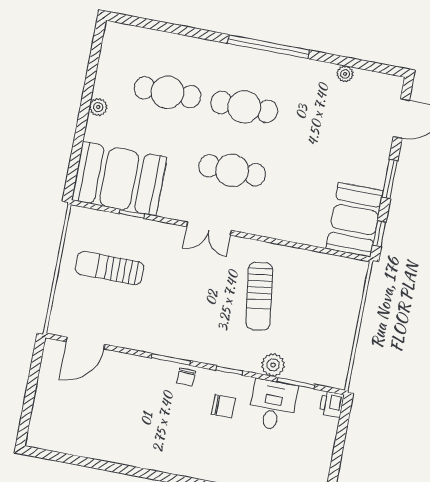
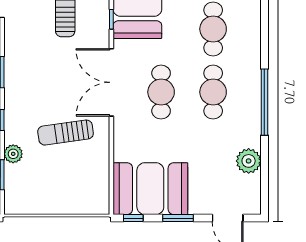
plant: (345, 74) -> (249, 161), width x1.87, depth x1.87
booth: (355, 220) -> (150, 189), width x1.36, depth x1.42
double door: (209, 229) -> (111, 82), width x1.87

